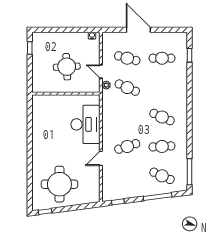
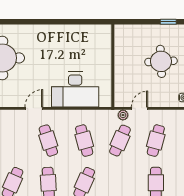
round table: (67, 67) -> (161, 61), moved
cafe table: (127, 117) -> (84, 141), added
door: (101, 158) -> (34, 108), hinge flipped

